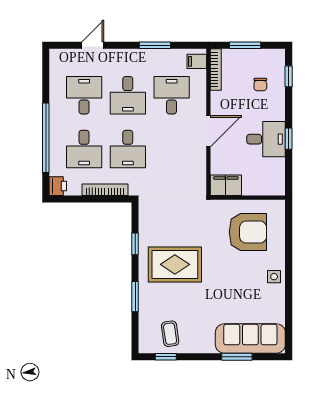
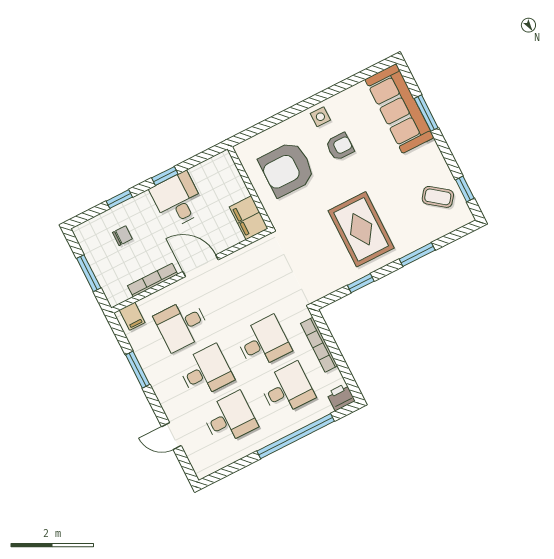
bookcase: (216, 70) -> (153, 280), moved
window: (289, 76) -> (119, 199), moved
desk: (84, 95) -> (229, 418), turned 180
armchair: (248, 232) -> (287, 169), turned -90
armchair: (245, 280) -> (340, 147), added
coffee table: (170, 334) -> (438, 197), turned 45

